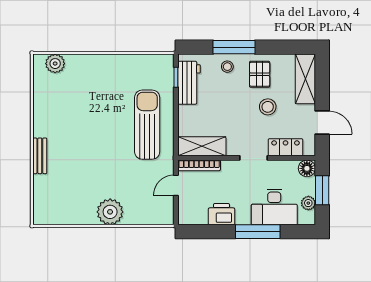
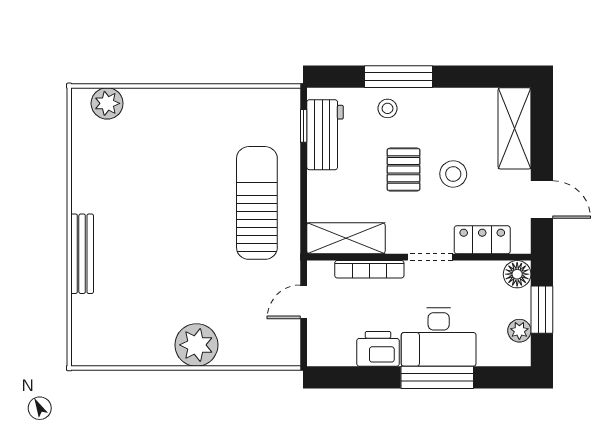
pallet: (260, 74) -> (404, 170), moved
bench: (40, 156) -> (82, 254), width x1.36
bookcase: (199, 165) -> (369, 269), moved
desk: (274, 207) -> (439, 337), moved

